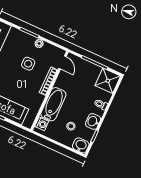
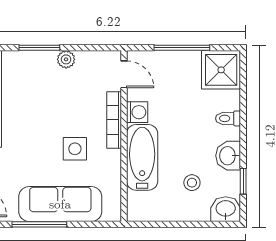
side table: (28, 64) -> (75, 149), moved
washing machine: (42, 124) -> (137, 112), moved

